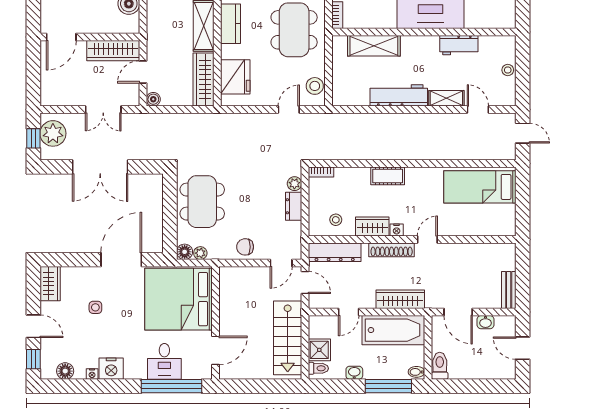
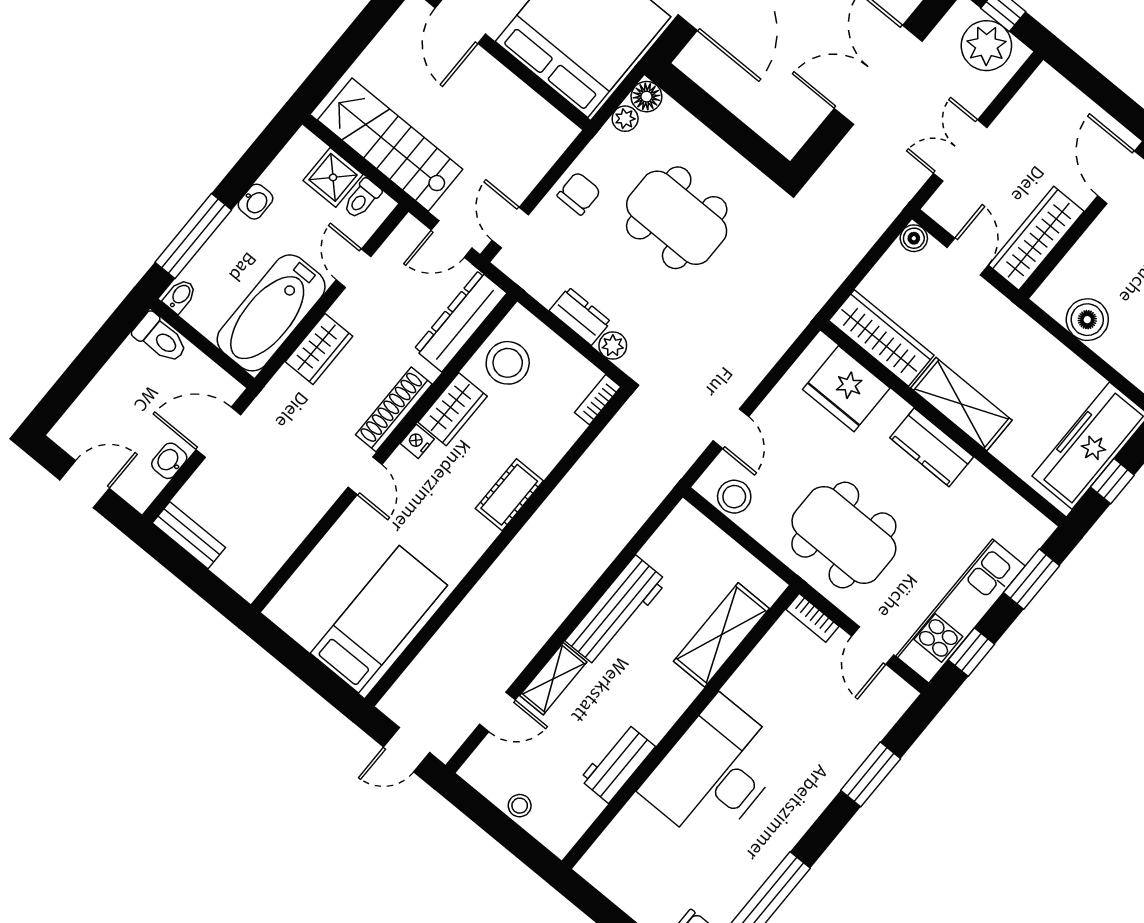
dining table: (202, 202) -> (677, 218), moved
stool: (336, 220) -> (508, 363), width x1.89, depth x1.89
wardrobe: (400, 299) -> (319, 349), width x0.67
toilet: (318, 368) -> (362, 199), moved

